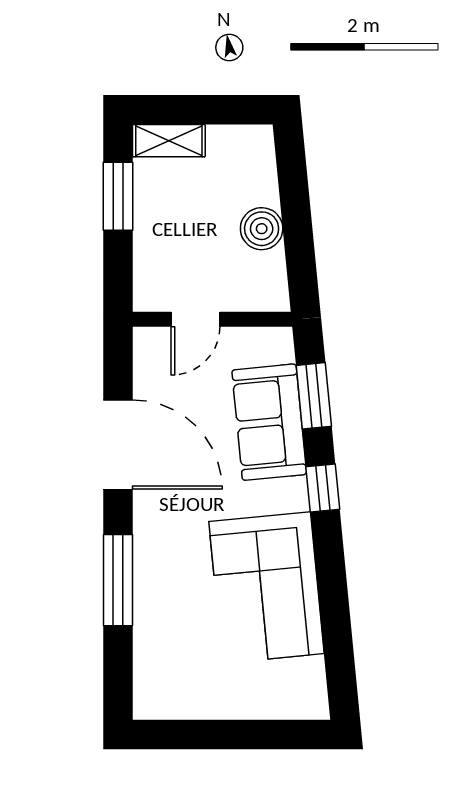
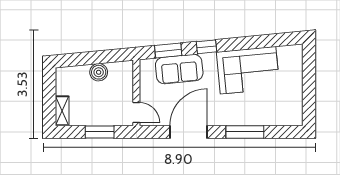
window: (118, 196) -> (100, 132), moved
door: (196, 319) -> (136, 113), moved

